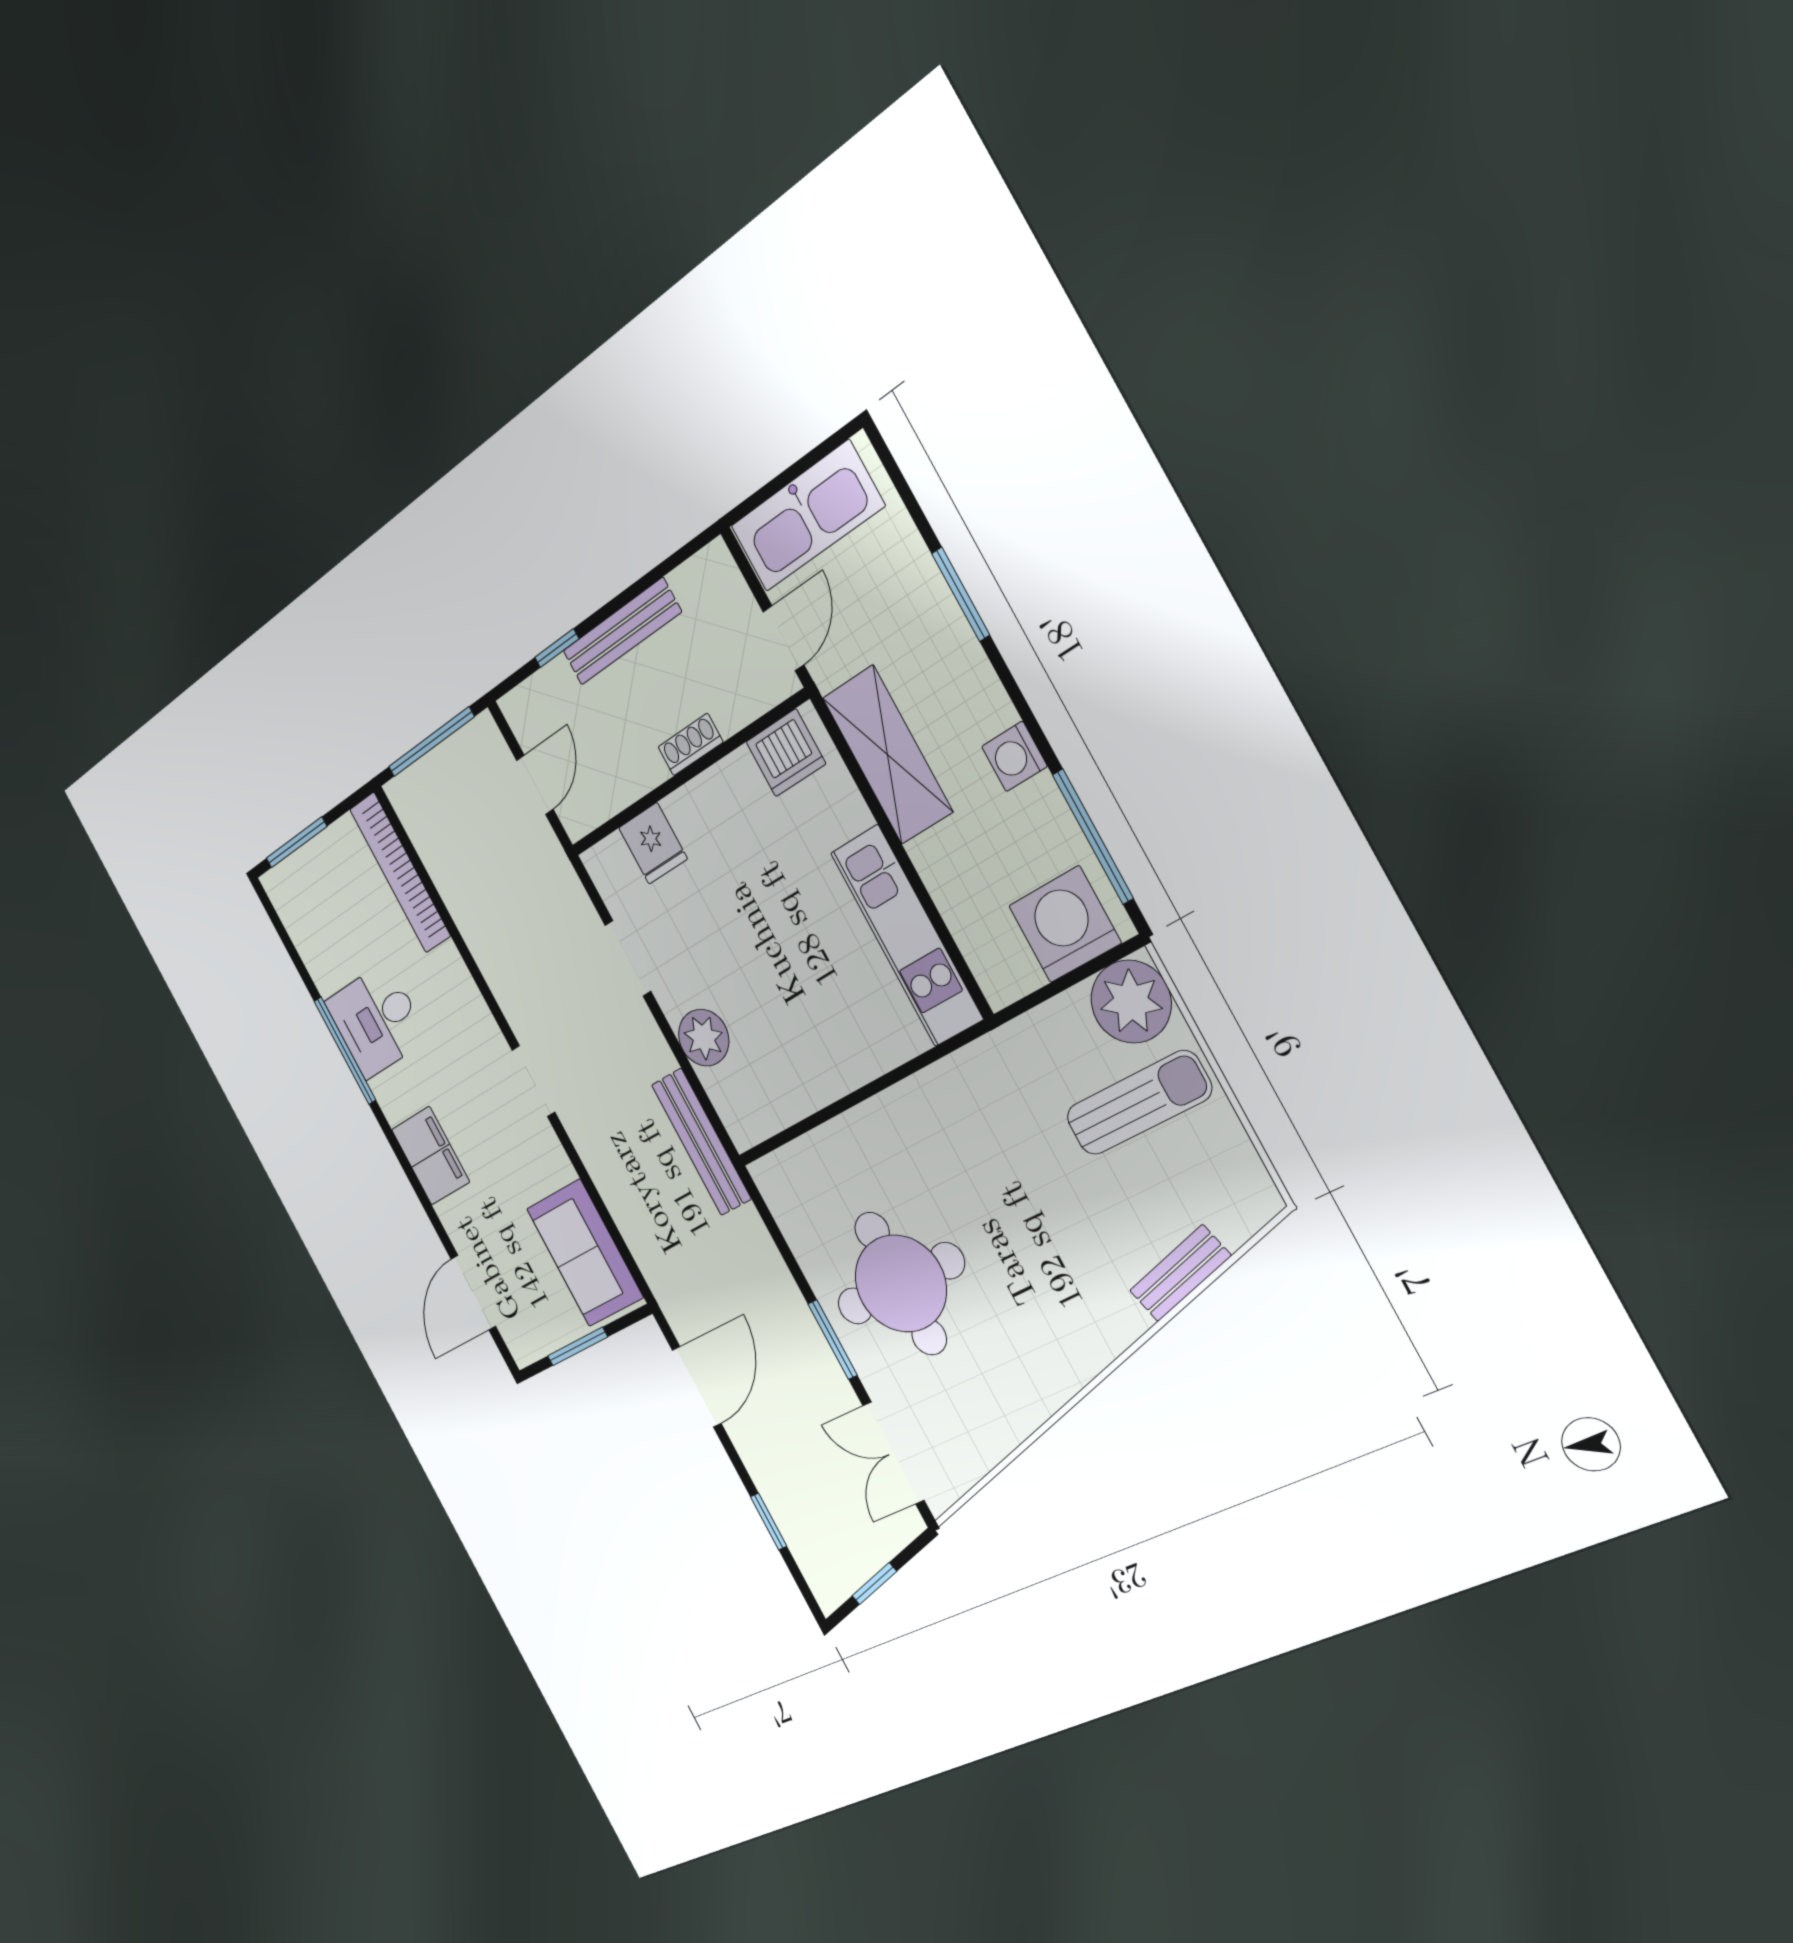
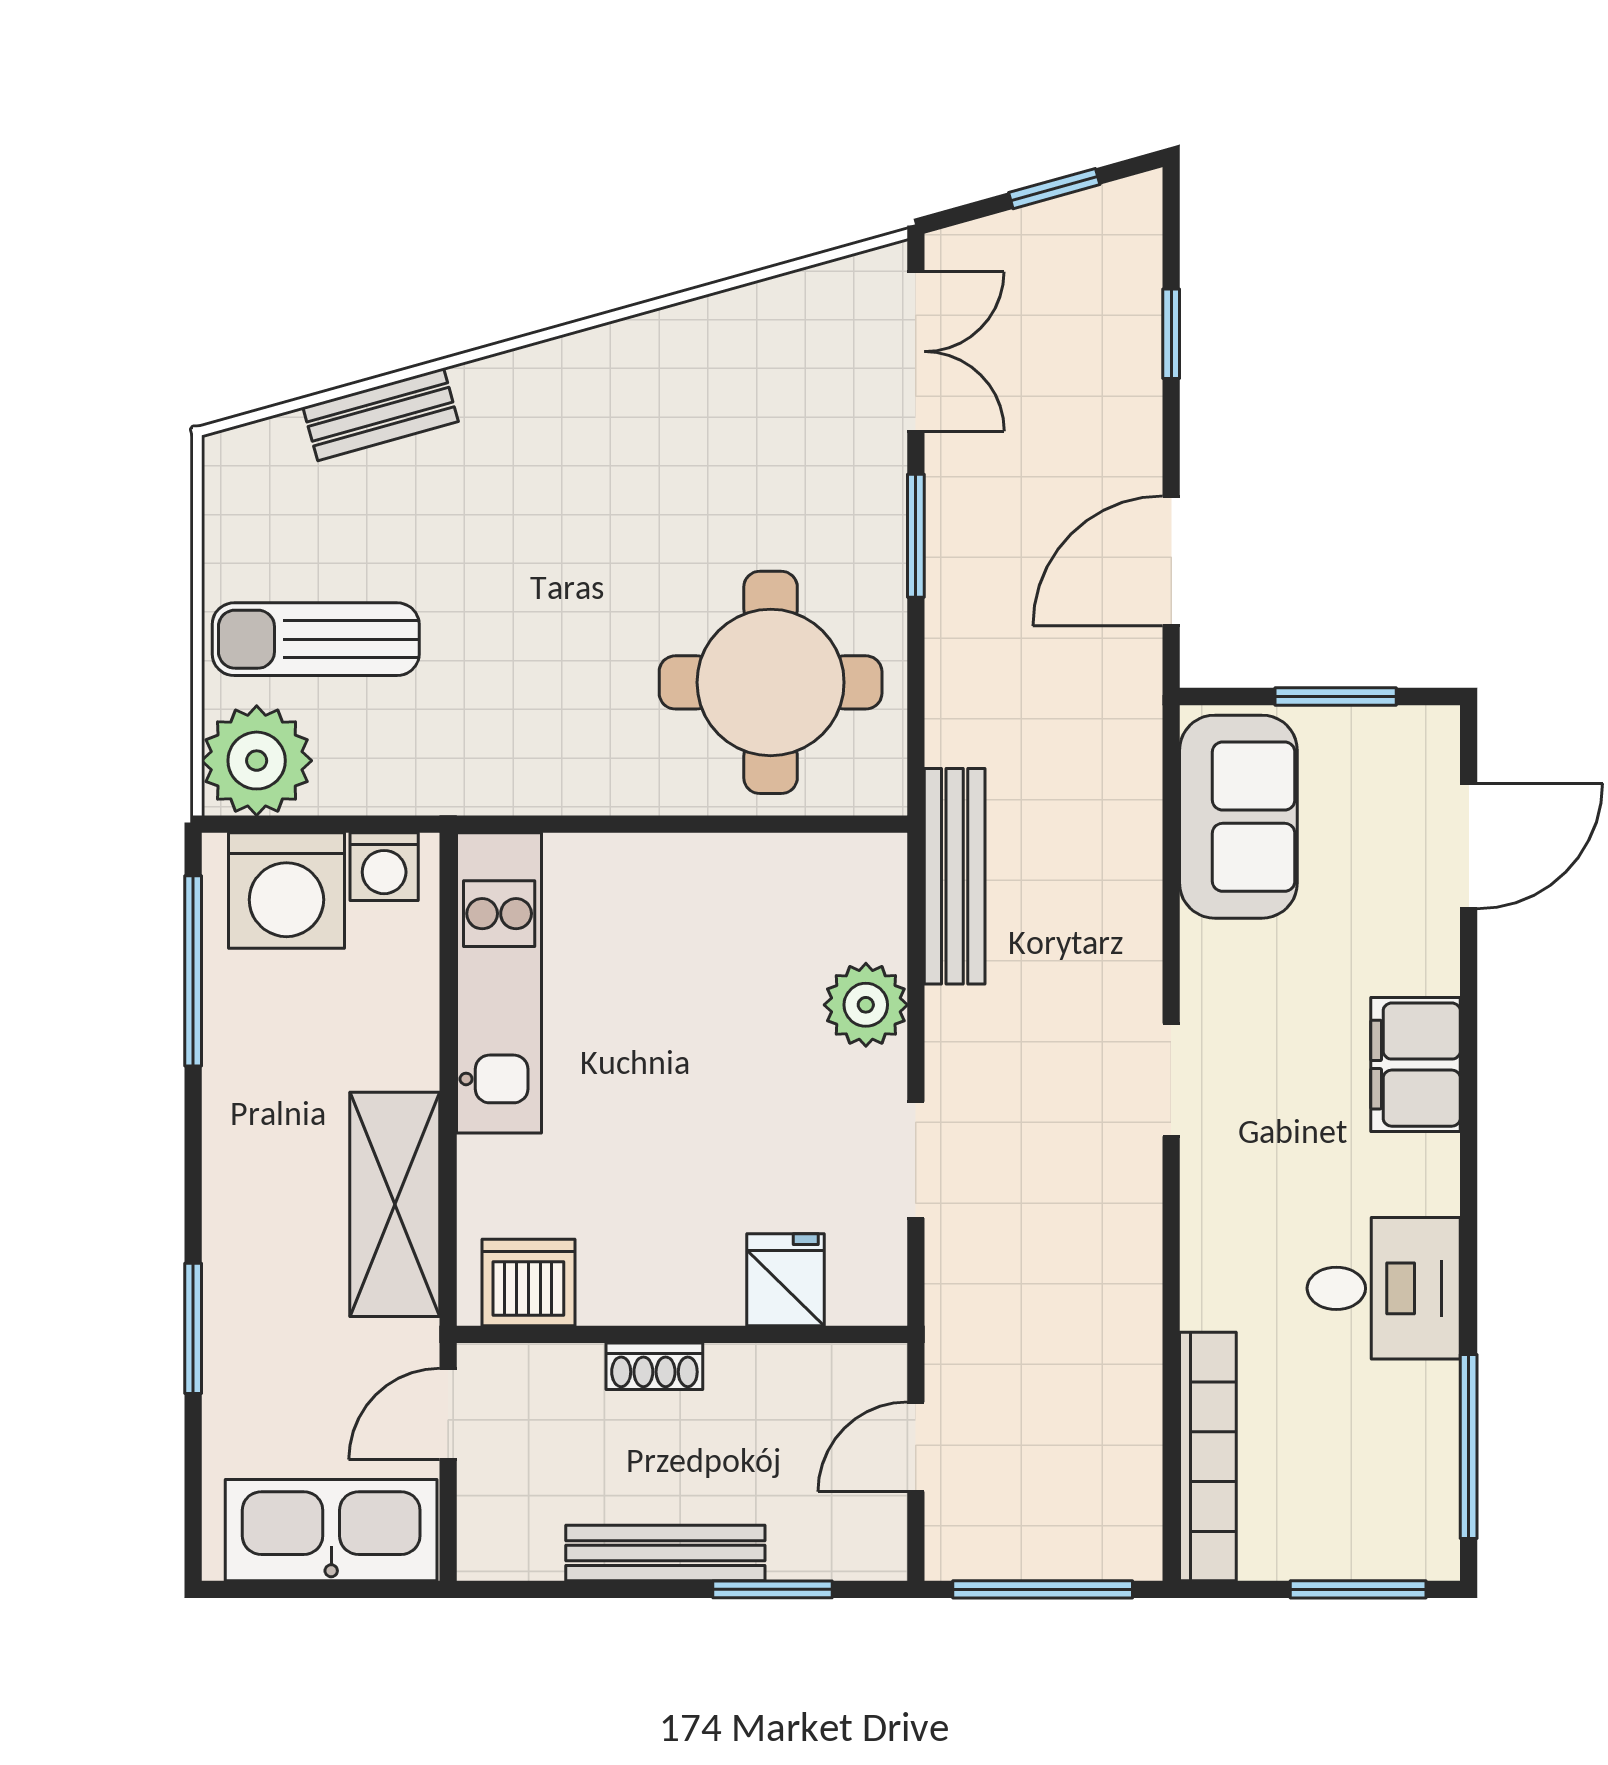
window: (557, 648) -> (772, 1589), width x1.50
washing machine: (1014, 756) -> (384, 867), moved, turned 90
window: (345, 1051) -> (1469, 1447), moved
round table: (901, 1284) -> (771, 682), moved

